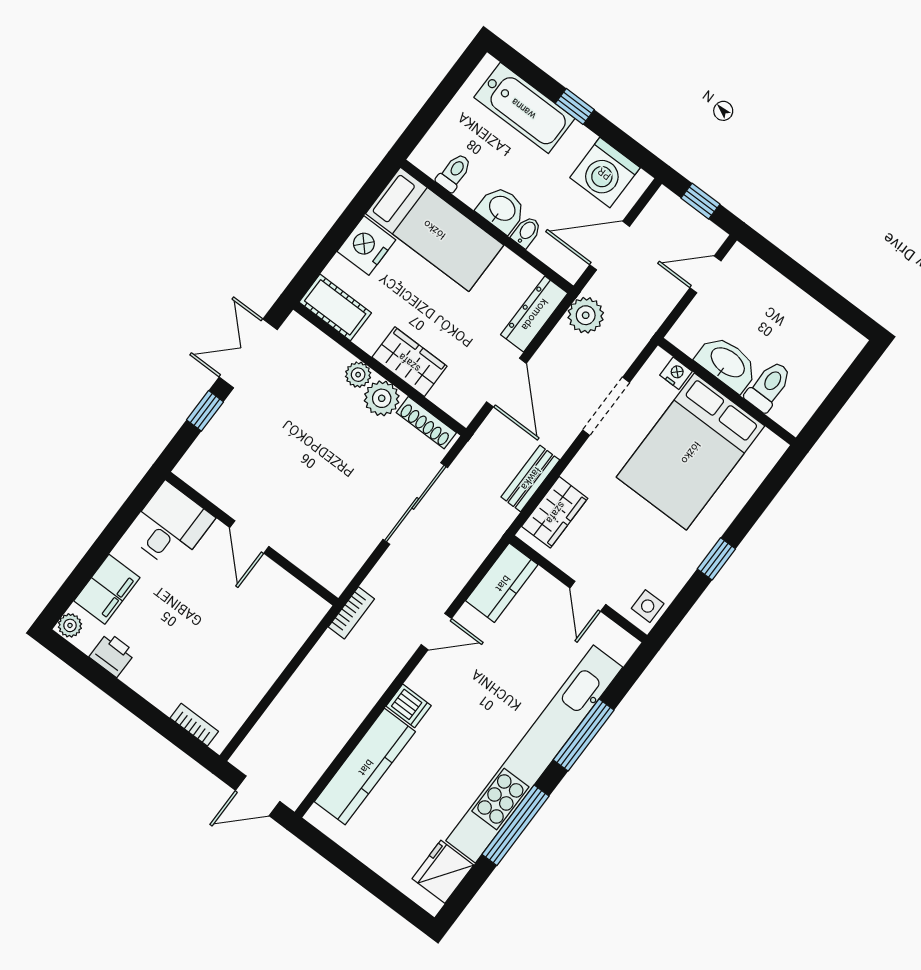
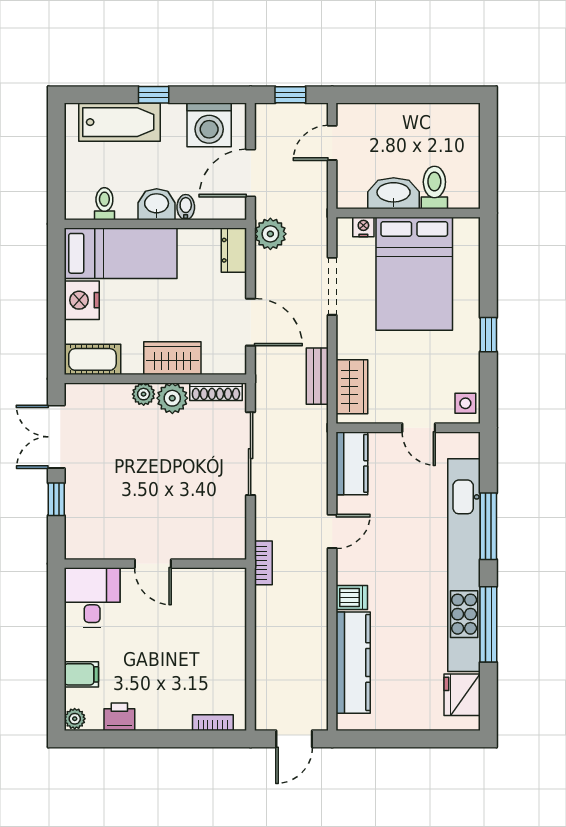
dresser: (534, 314) -> (234, 250), width x0.70
filing cabinet: (107, 589) -> (81, 674), width x0.50

